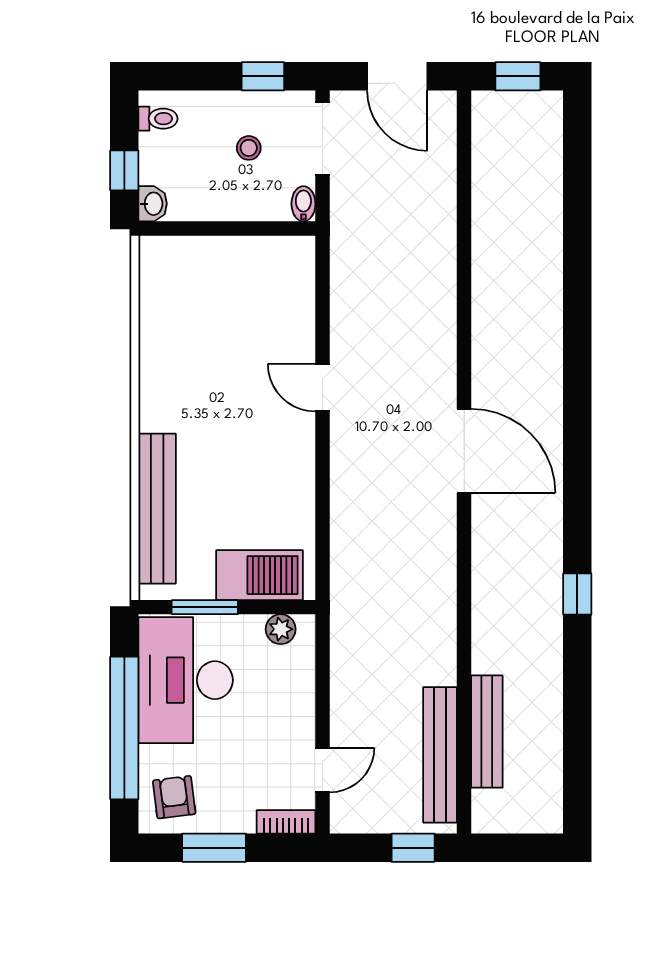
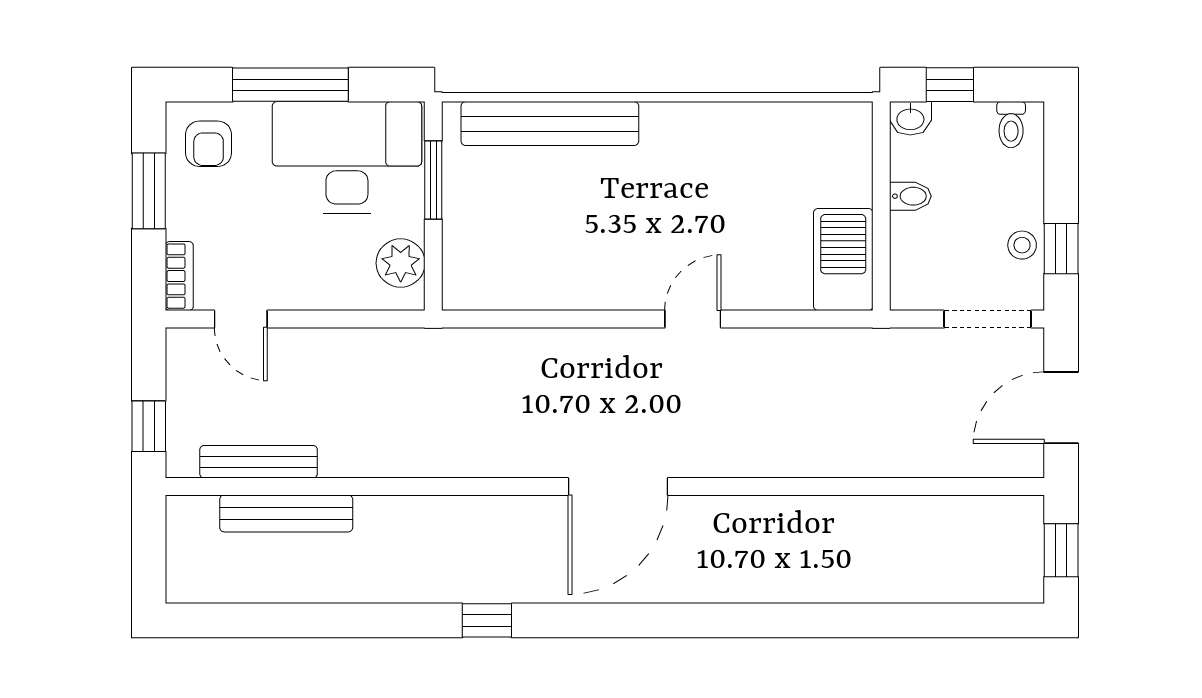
stool: (249, 148) -> (1022, 245), moved
bidet: (303, 204) -> (910, 196), moved
barbecue: (260, 575) -> (843, 260), moved, turned 180
window: (577, 594) -> (487, 620), moved
plant: (281, 629) -> (401, 263), width x1.38, depth x1.38
window: (124, 728) -> (290, 85), width x0.68
bench: (440, 755) -> (259, 462), width x0.73, depth x0.82
armchair: (174, 797) -> (209, 144), turned 97

